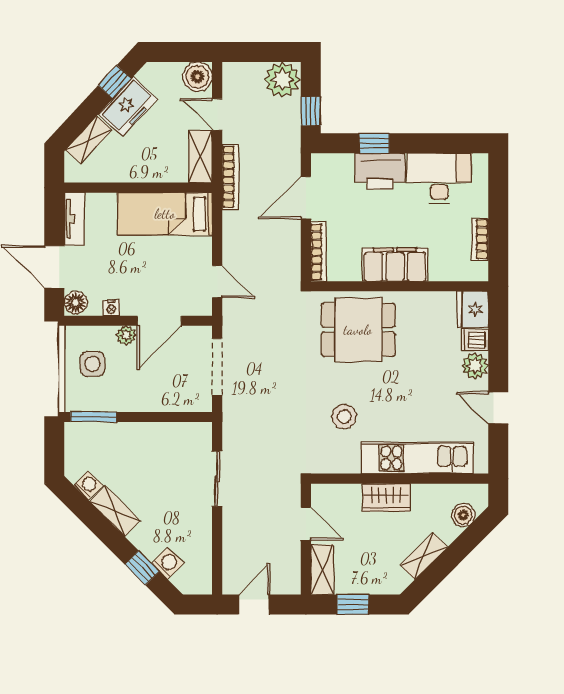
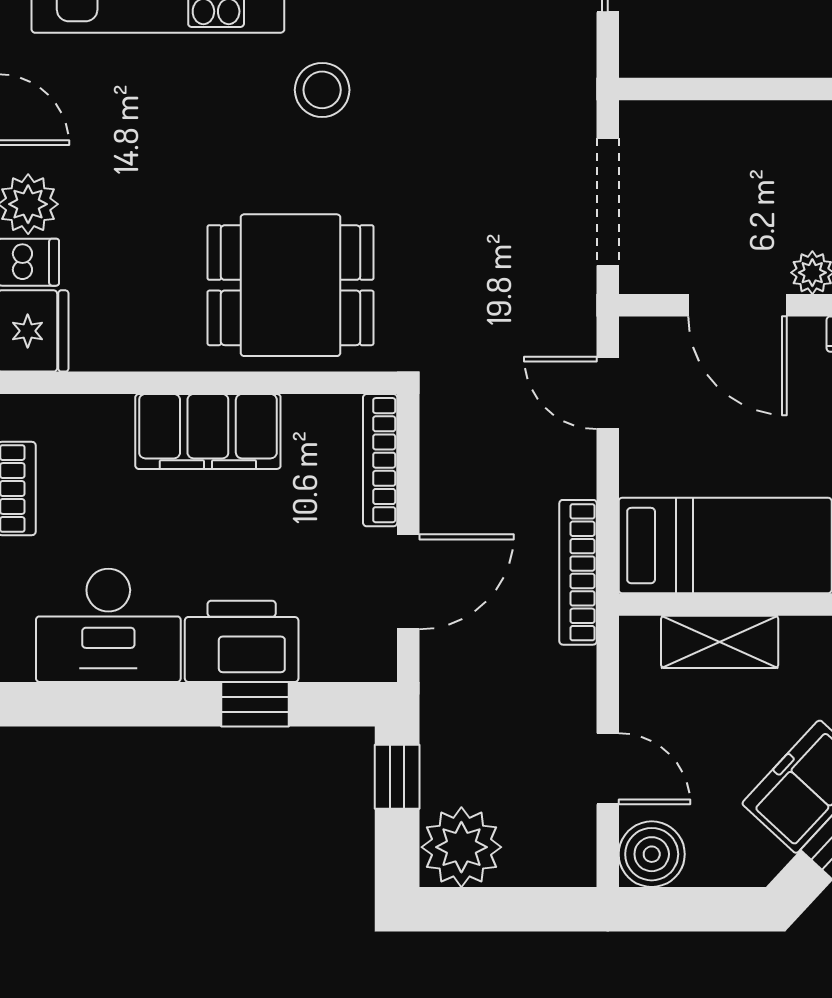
shelving: (200, 157) -> (720, 642), moved, turned 90
bookcase: (230, 177) -> (578, 572), moved
door: (159, 321) -> (737, 305), swing flipped

